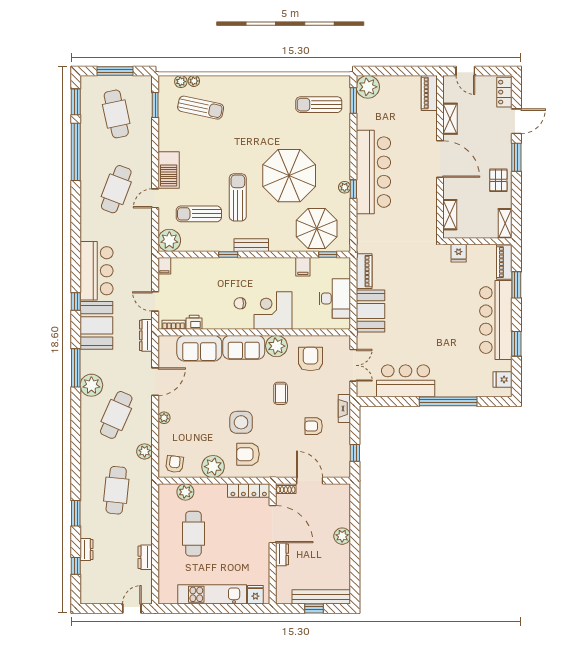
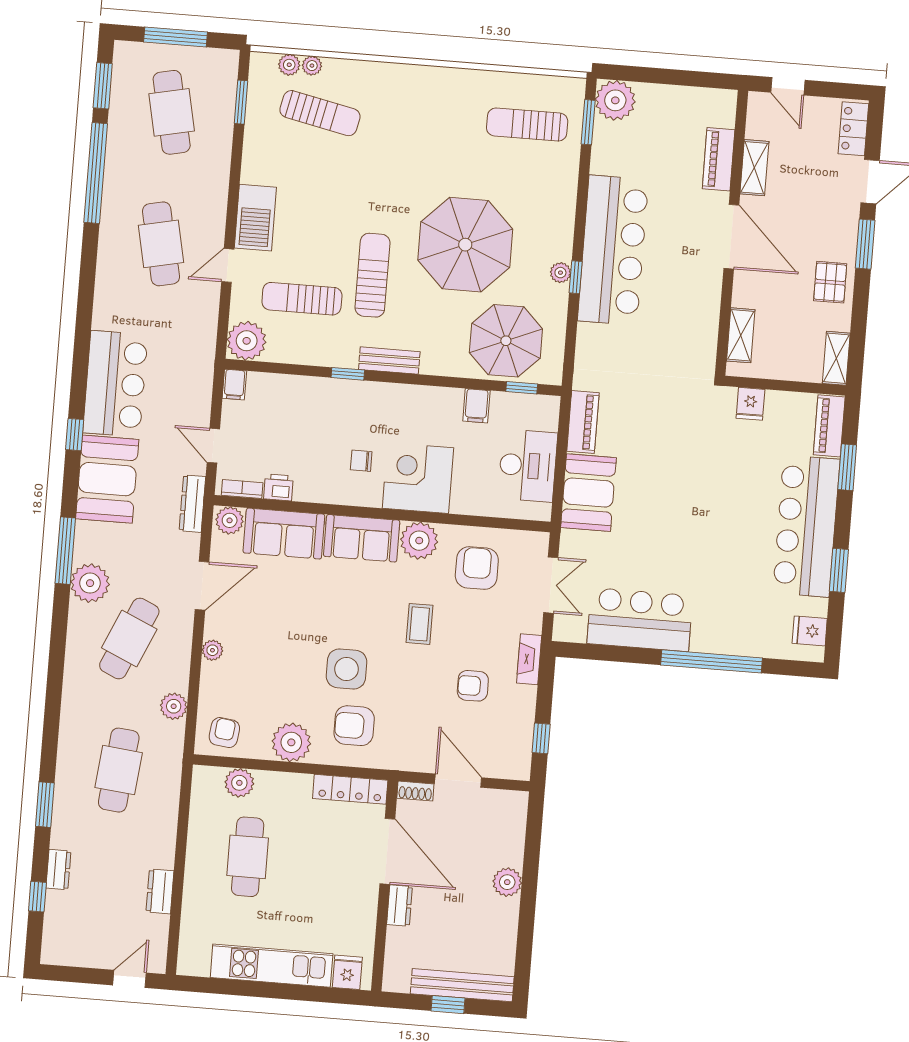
piano: (429, 93) -> (719, 159), moved
cafe table: (116, 189) -> (161, 244), turned -33
plant: (168, 343) -> (230, 520), added

